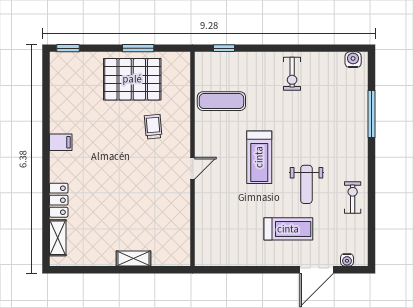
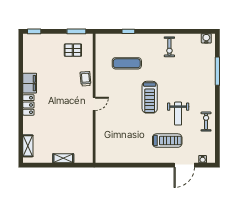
pallet: (132, 79) -> (73, 50), width x0.49, depth x0.50
filing cabinet: (61, 142) -> (30, 83), width x2.00
wall: (193, 159) -> (94, 98), moved
door: (193, 168) -> (94, 104), moved
locker: (59, 200) -> (28, 105), moved
shelving: (134, 258) -> (63, 158), moved

